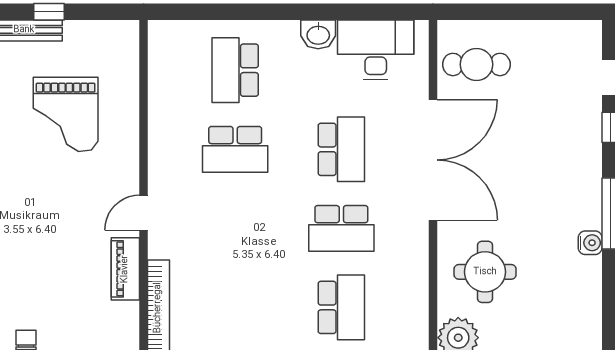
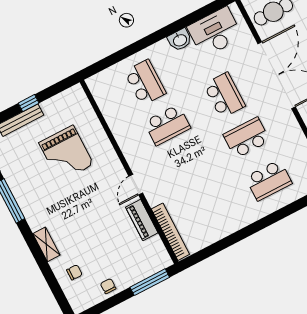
school desk: (235, 70) -> (145, 82), turned 180
school desk: (341, 228) -> (247, 138), turned 180
school desk: (341, 307) -> (269, 180), turned 90

